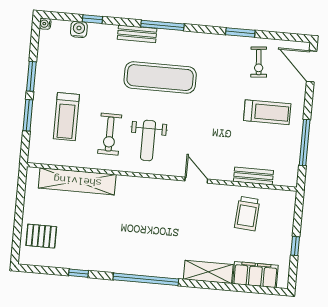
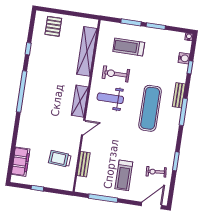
shelving: (208, 272) -> (80, 101), moved

